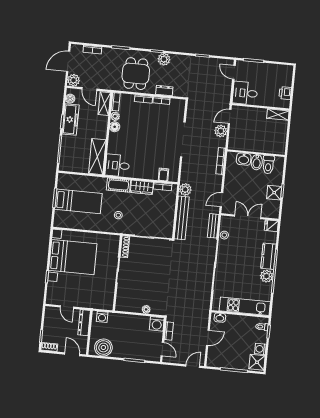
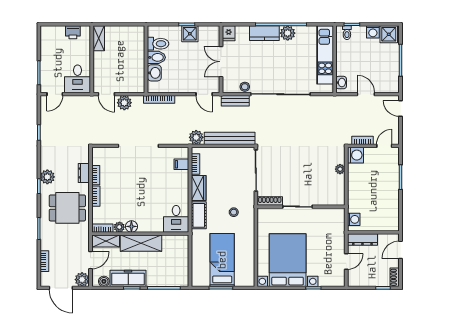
shelving: (97, 157) -> (141, 243), moved
boiler: (103, 348) -> (389, 214), removed

